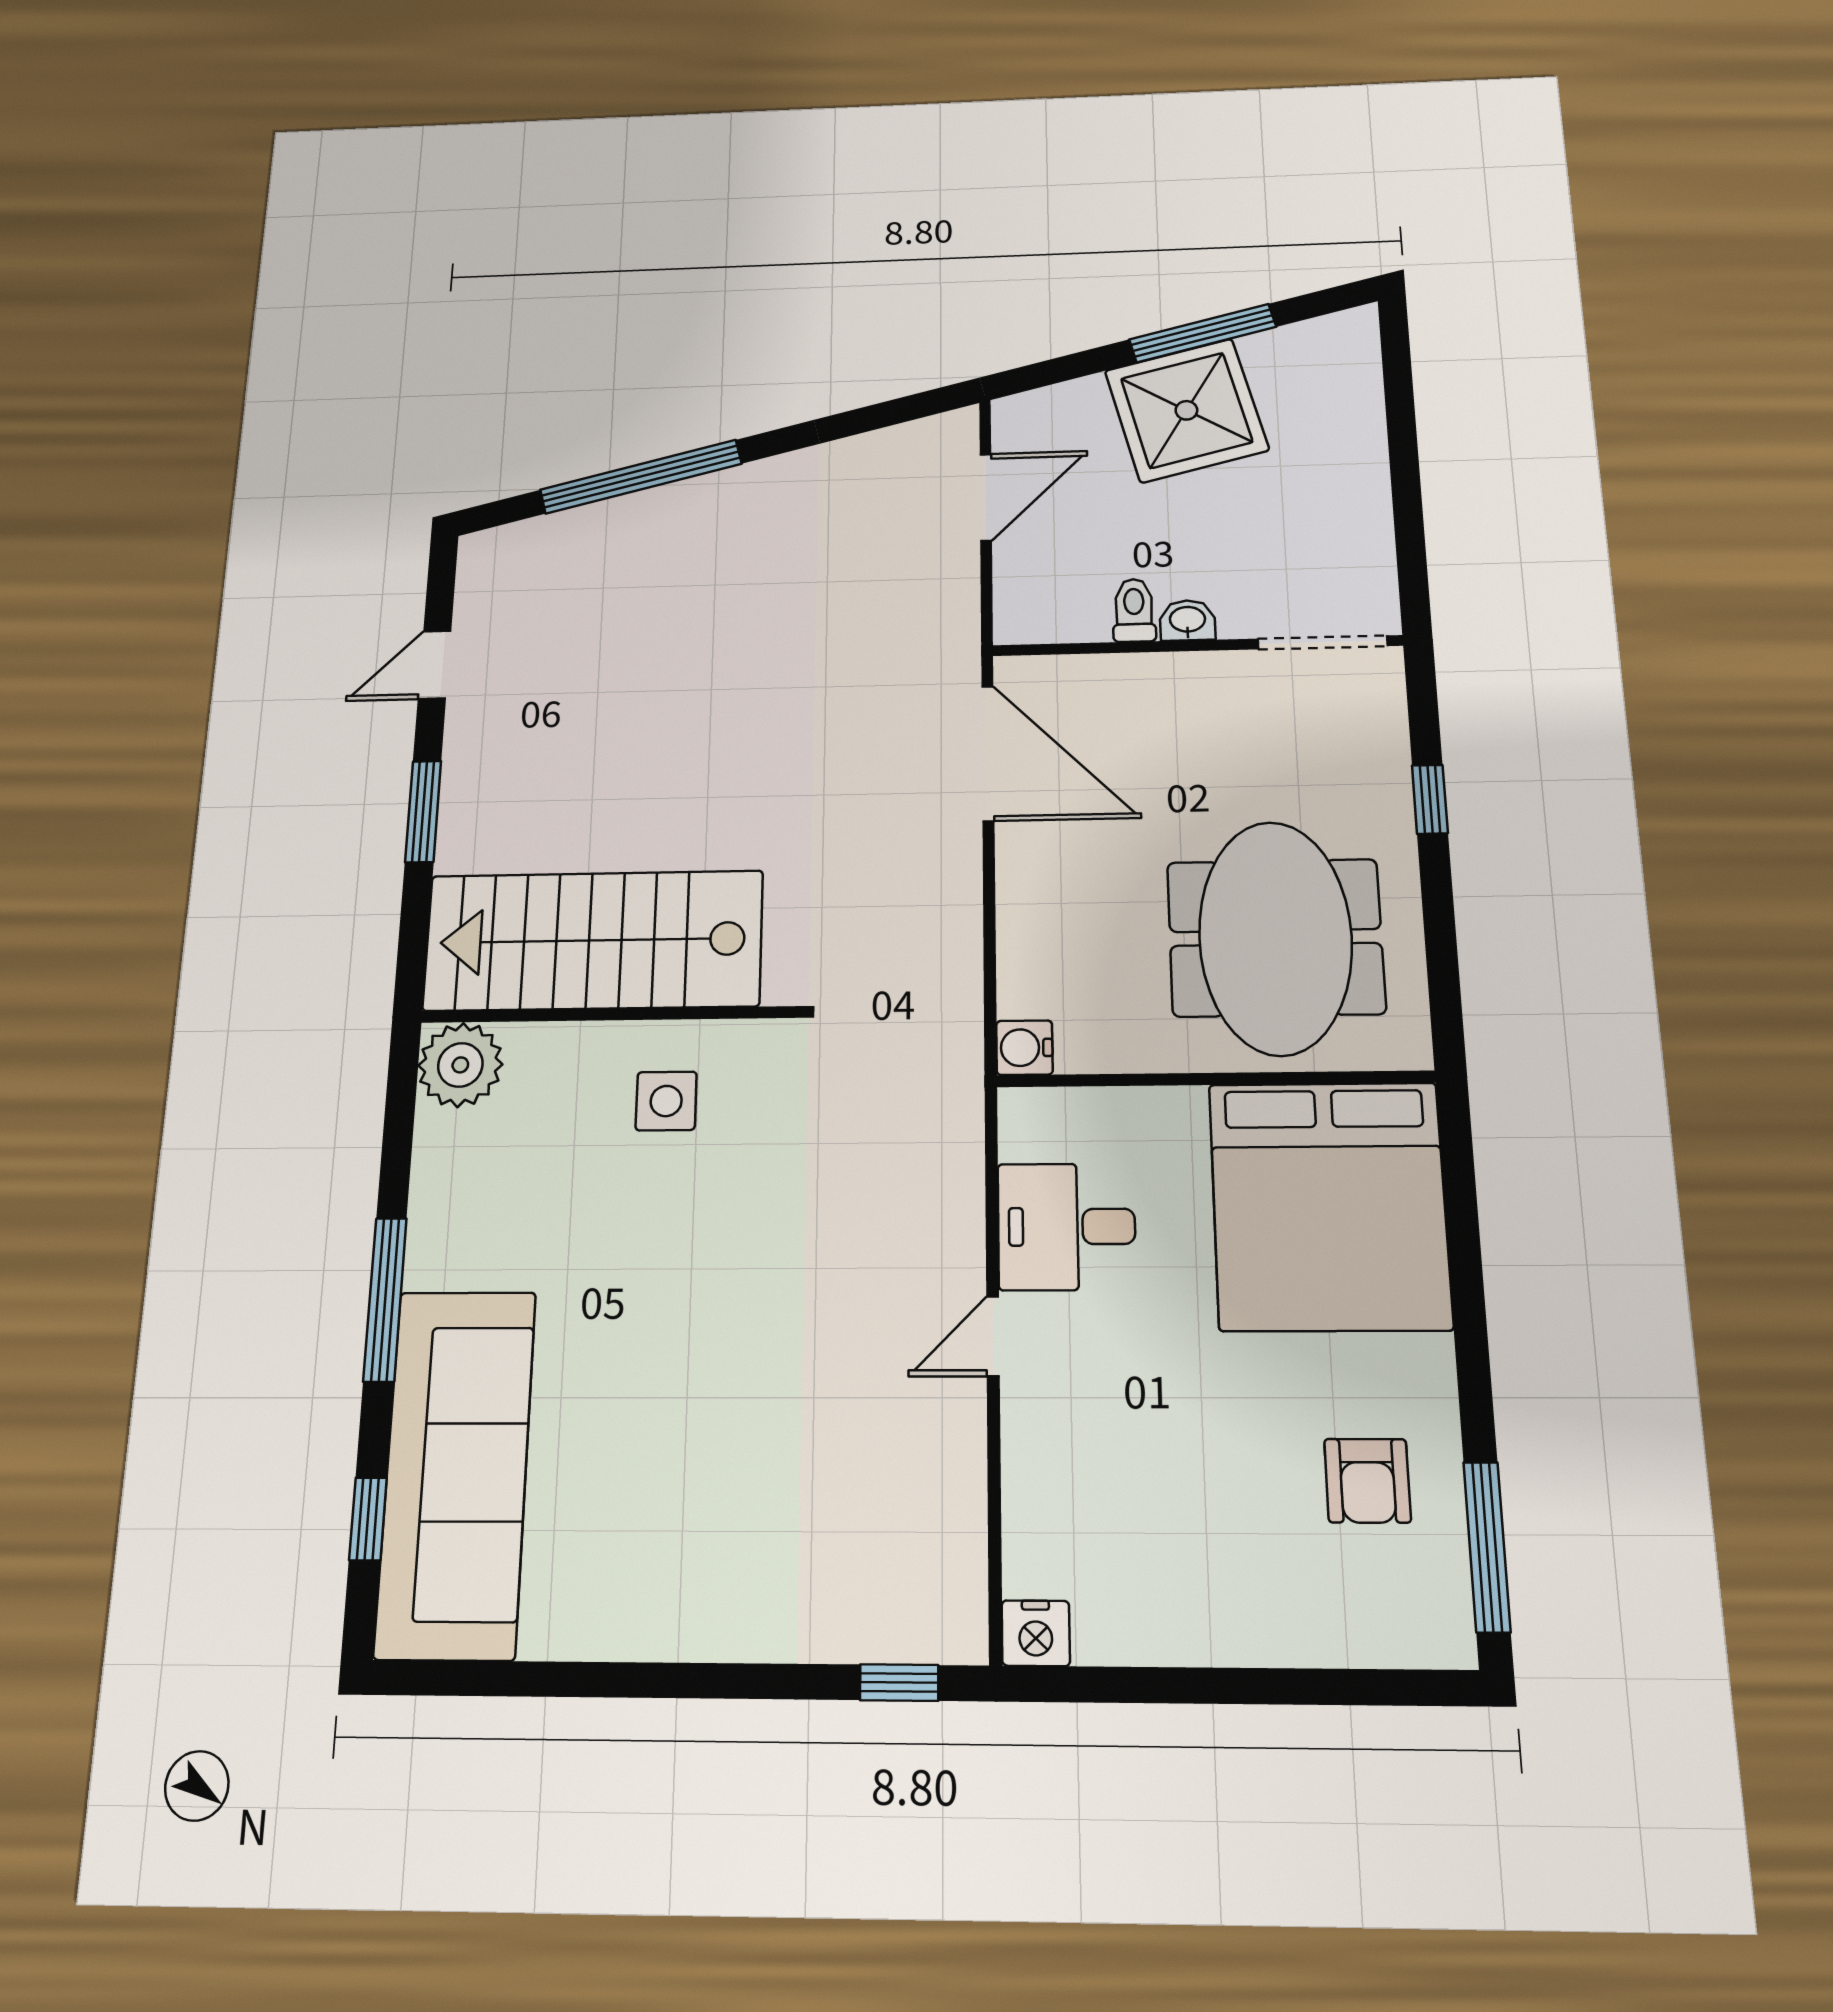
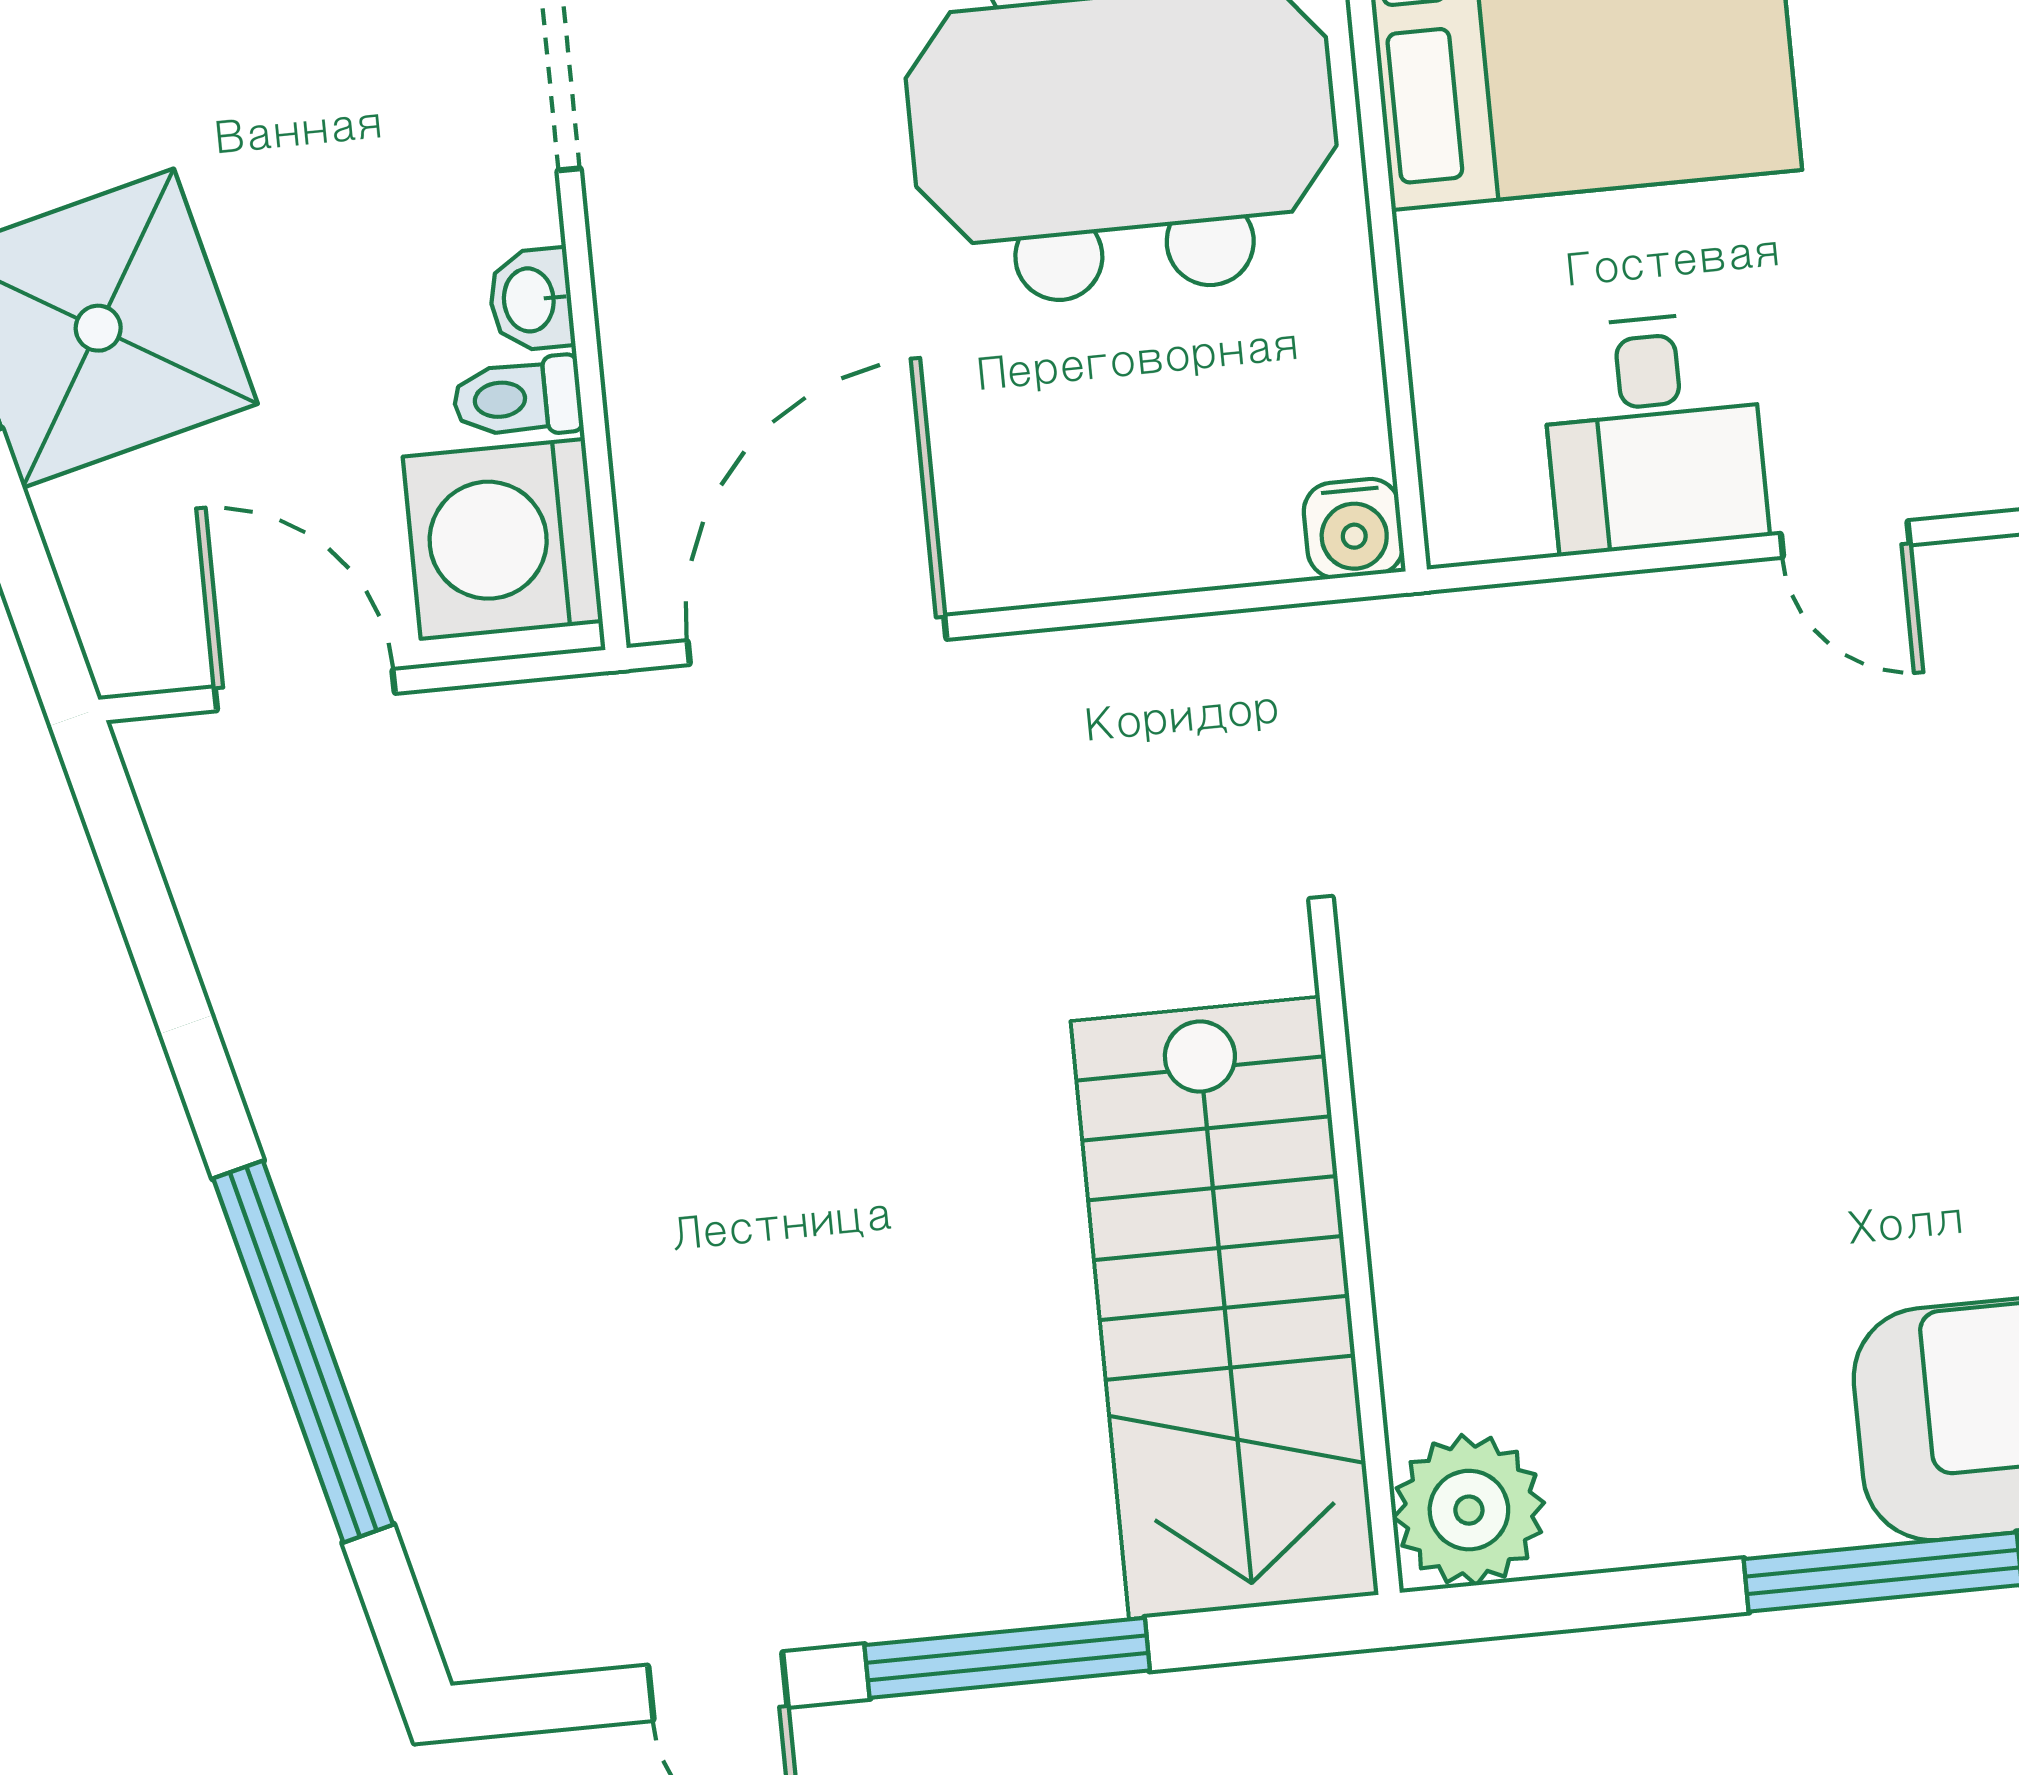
washing machine: (1058, 598) -> (503, 539), added
window: (423, 811) -> (1007, 1658), width x1.44
side table: (666, 1101) -> (1501, 1138), removed

